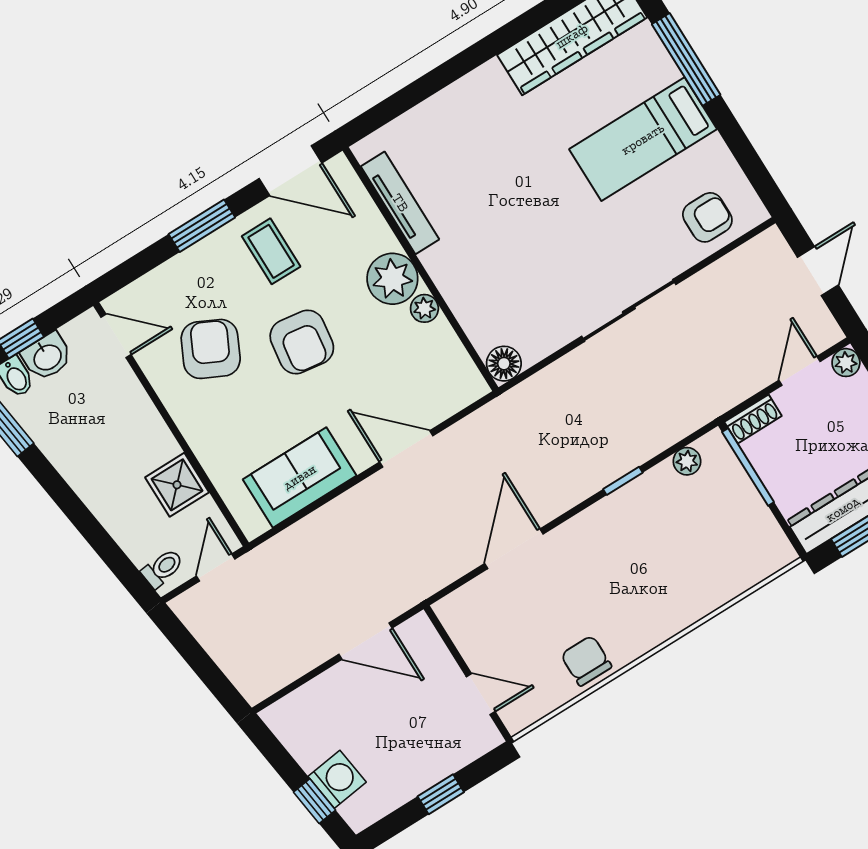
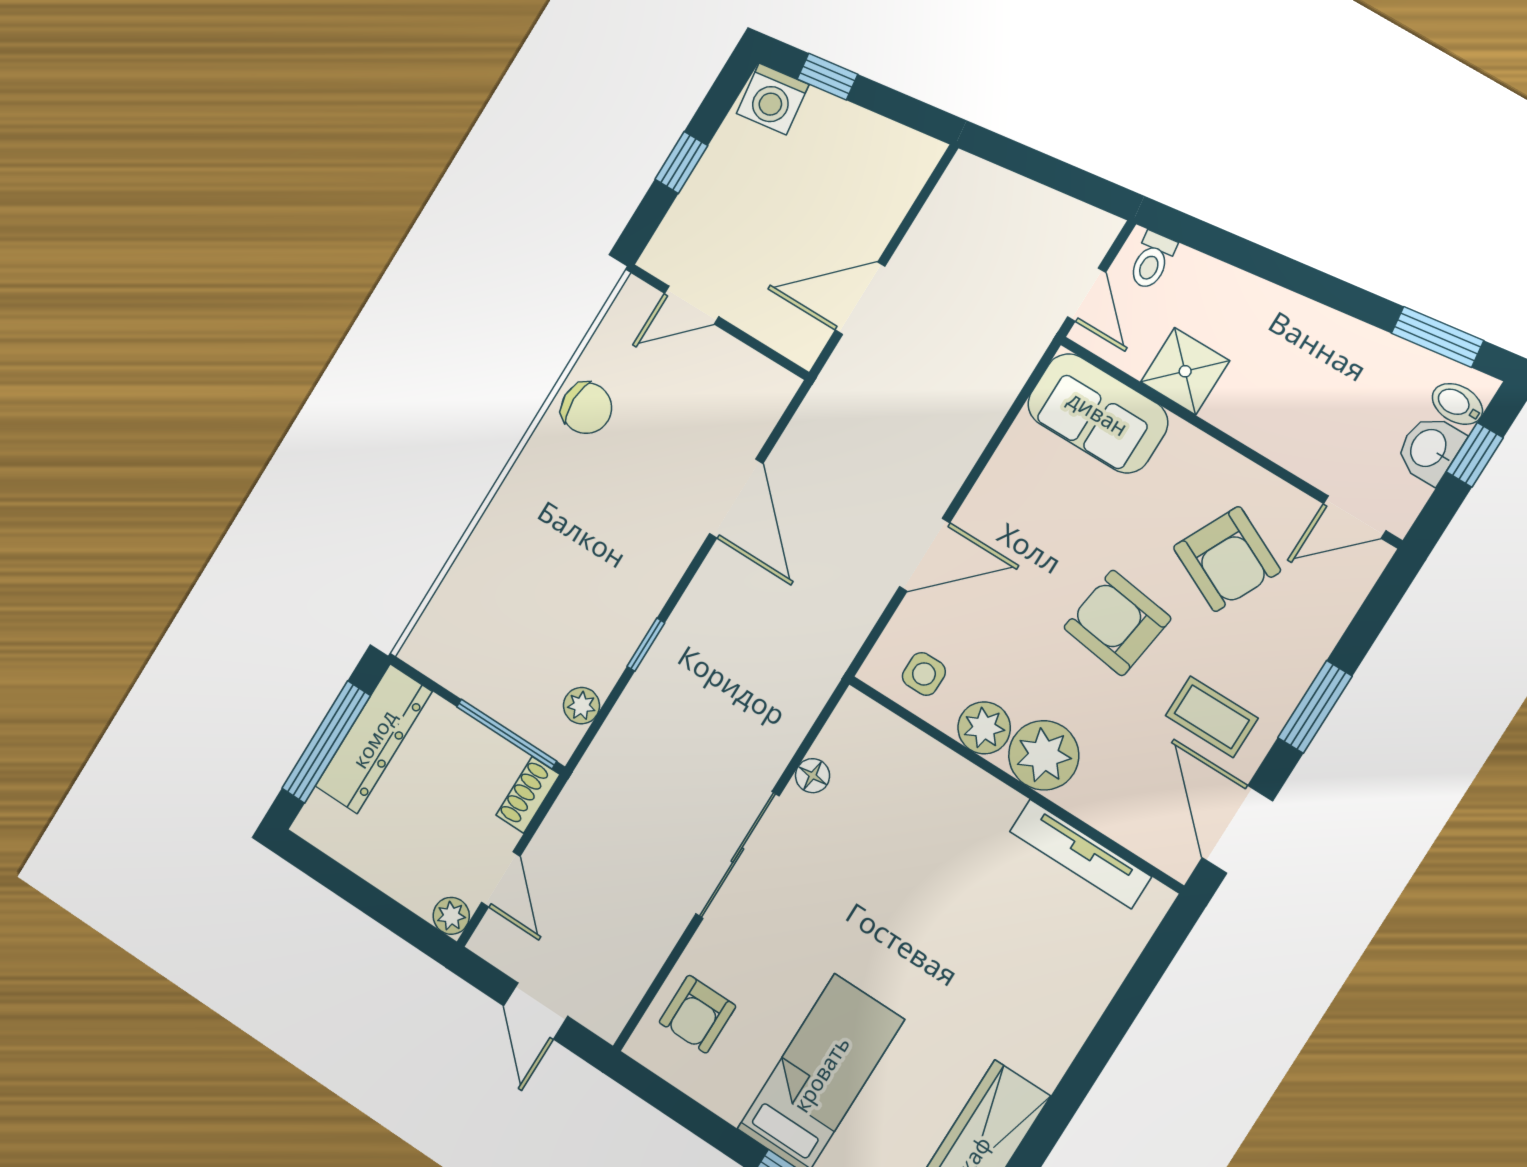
door: (291, 171) -> (1237, 829), hinge flipped
plant: (424, 308) -> (984, 728), width x1.38, depth x1.38
floor lamp: (504, 364) -> (813, 776), moved, width x0.73, depth x0.73
side table: (445, 370) -> (924, 674), added
sofa: (300, 477) -> (1098, 413), moved, turned 90
washing machine: (337, 779) -> (773, 99), moved

